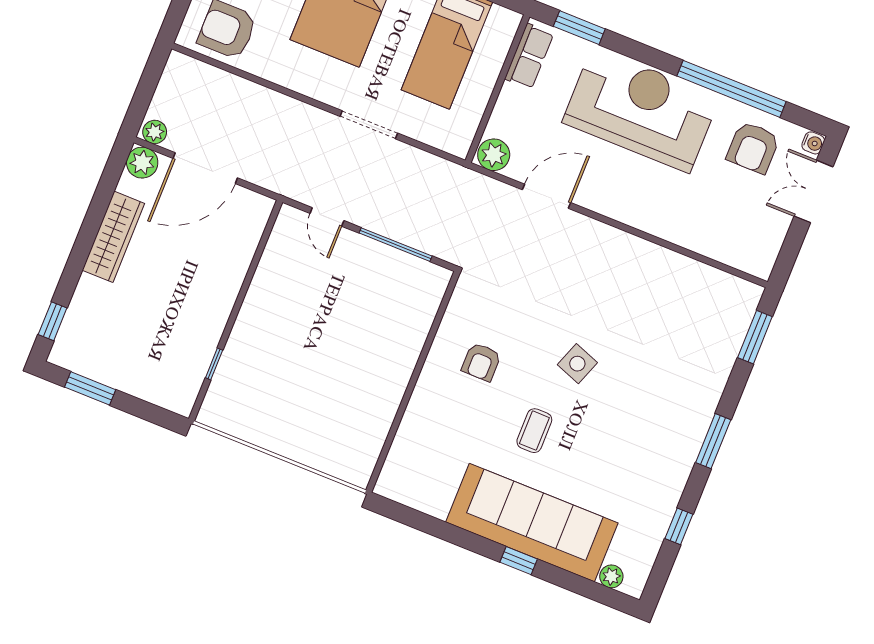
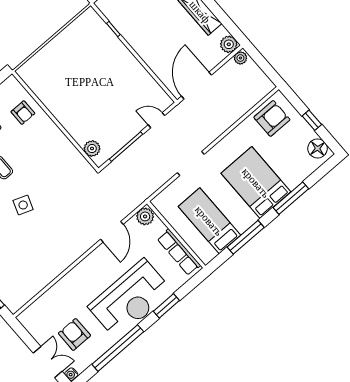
window: (579, 28) -> (166, 306), moved
row of seats: (529, 56) -> (179, 252), width x1.48
armchair: (753, 148) -> (74, 334), moved
door: (205, 168) -> (196, 86), moved
plant: (427, 298) -> (92, 149), added
armchair: (481, 362) -> (23, 113), moved, turned 180

